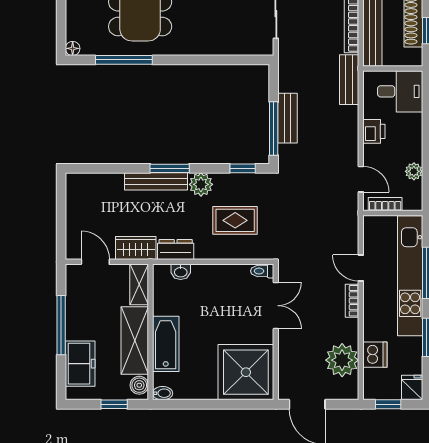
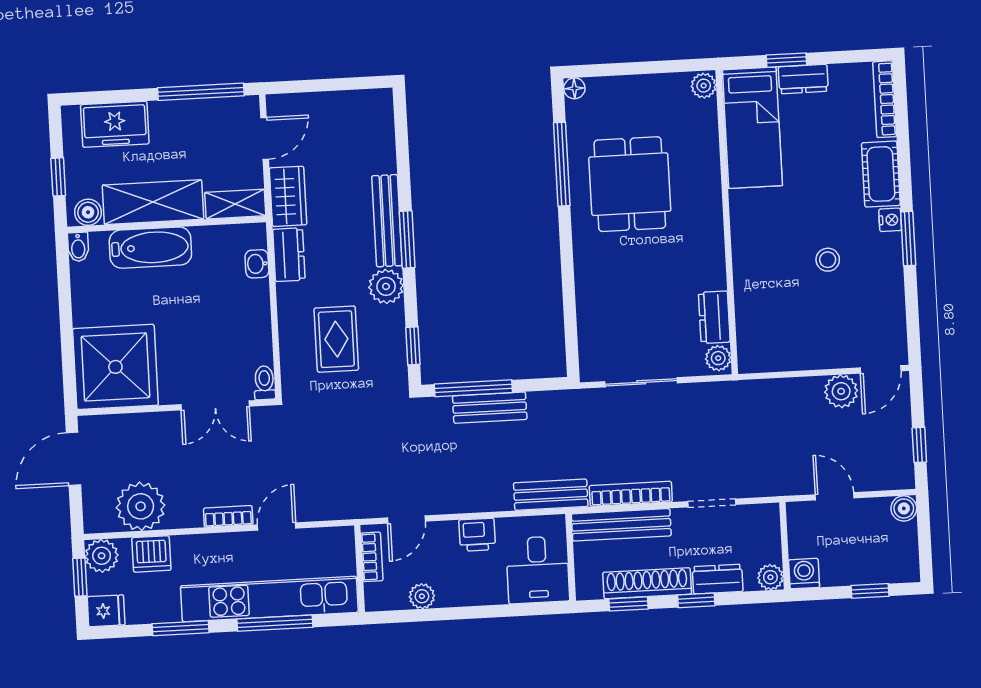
window: (61, 325) -> (201, 92), moved
plant: (374, 389) -> (102, 556), added

